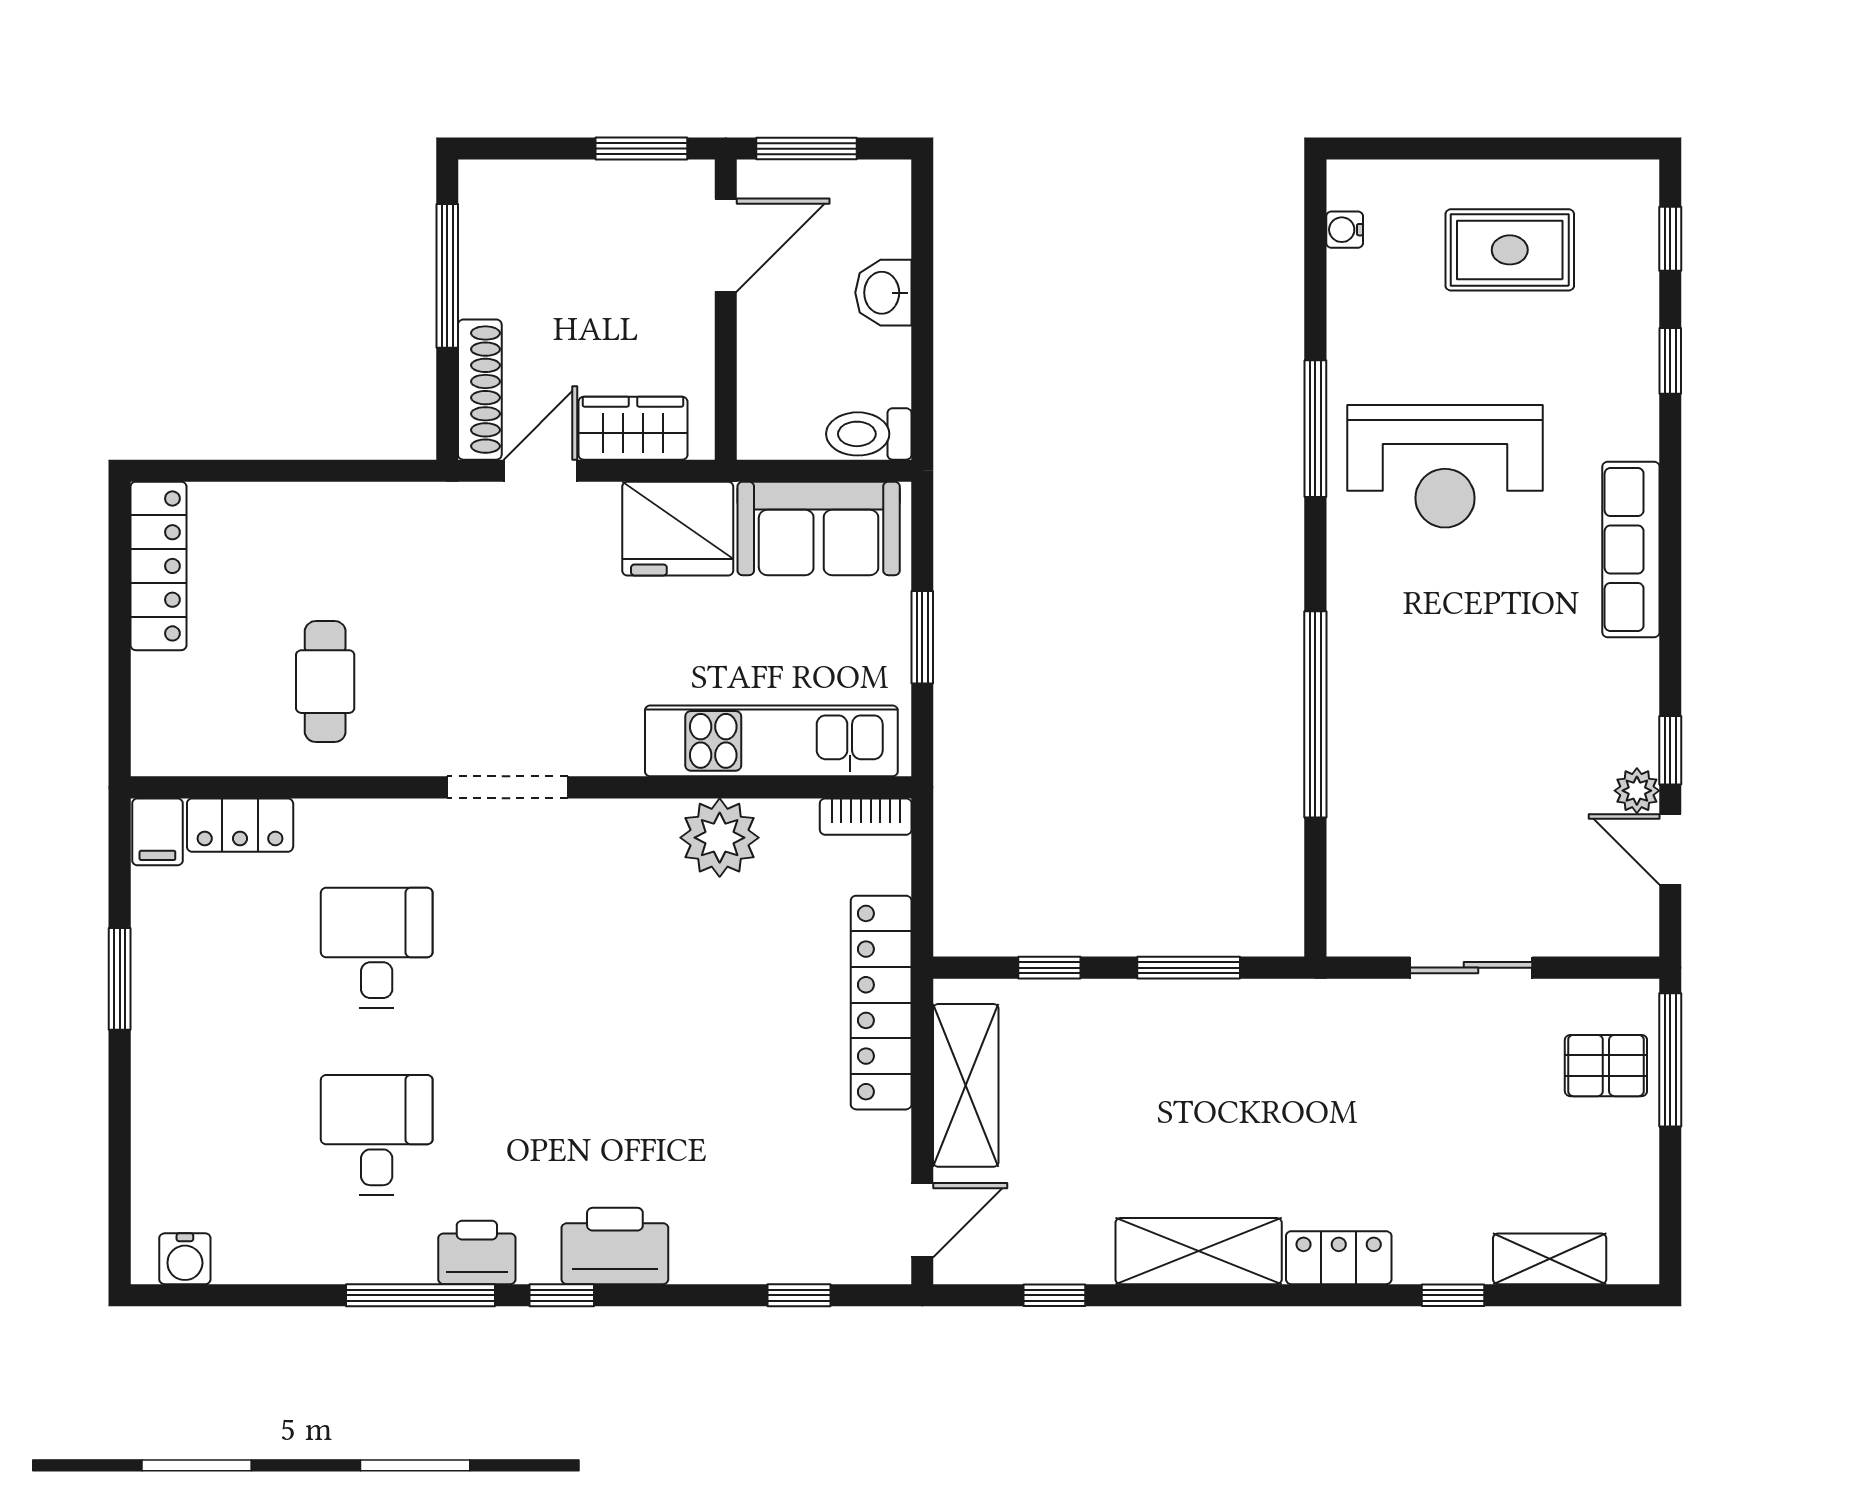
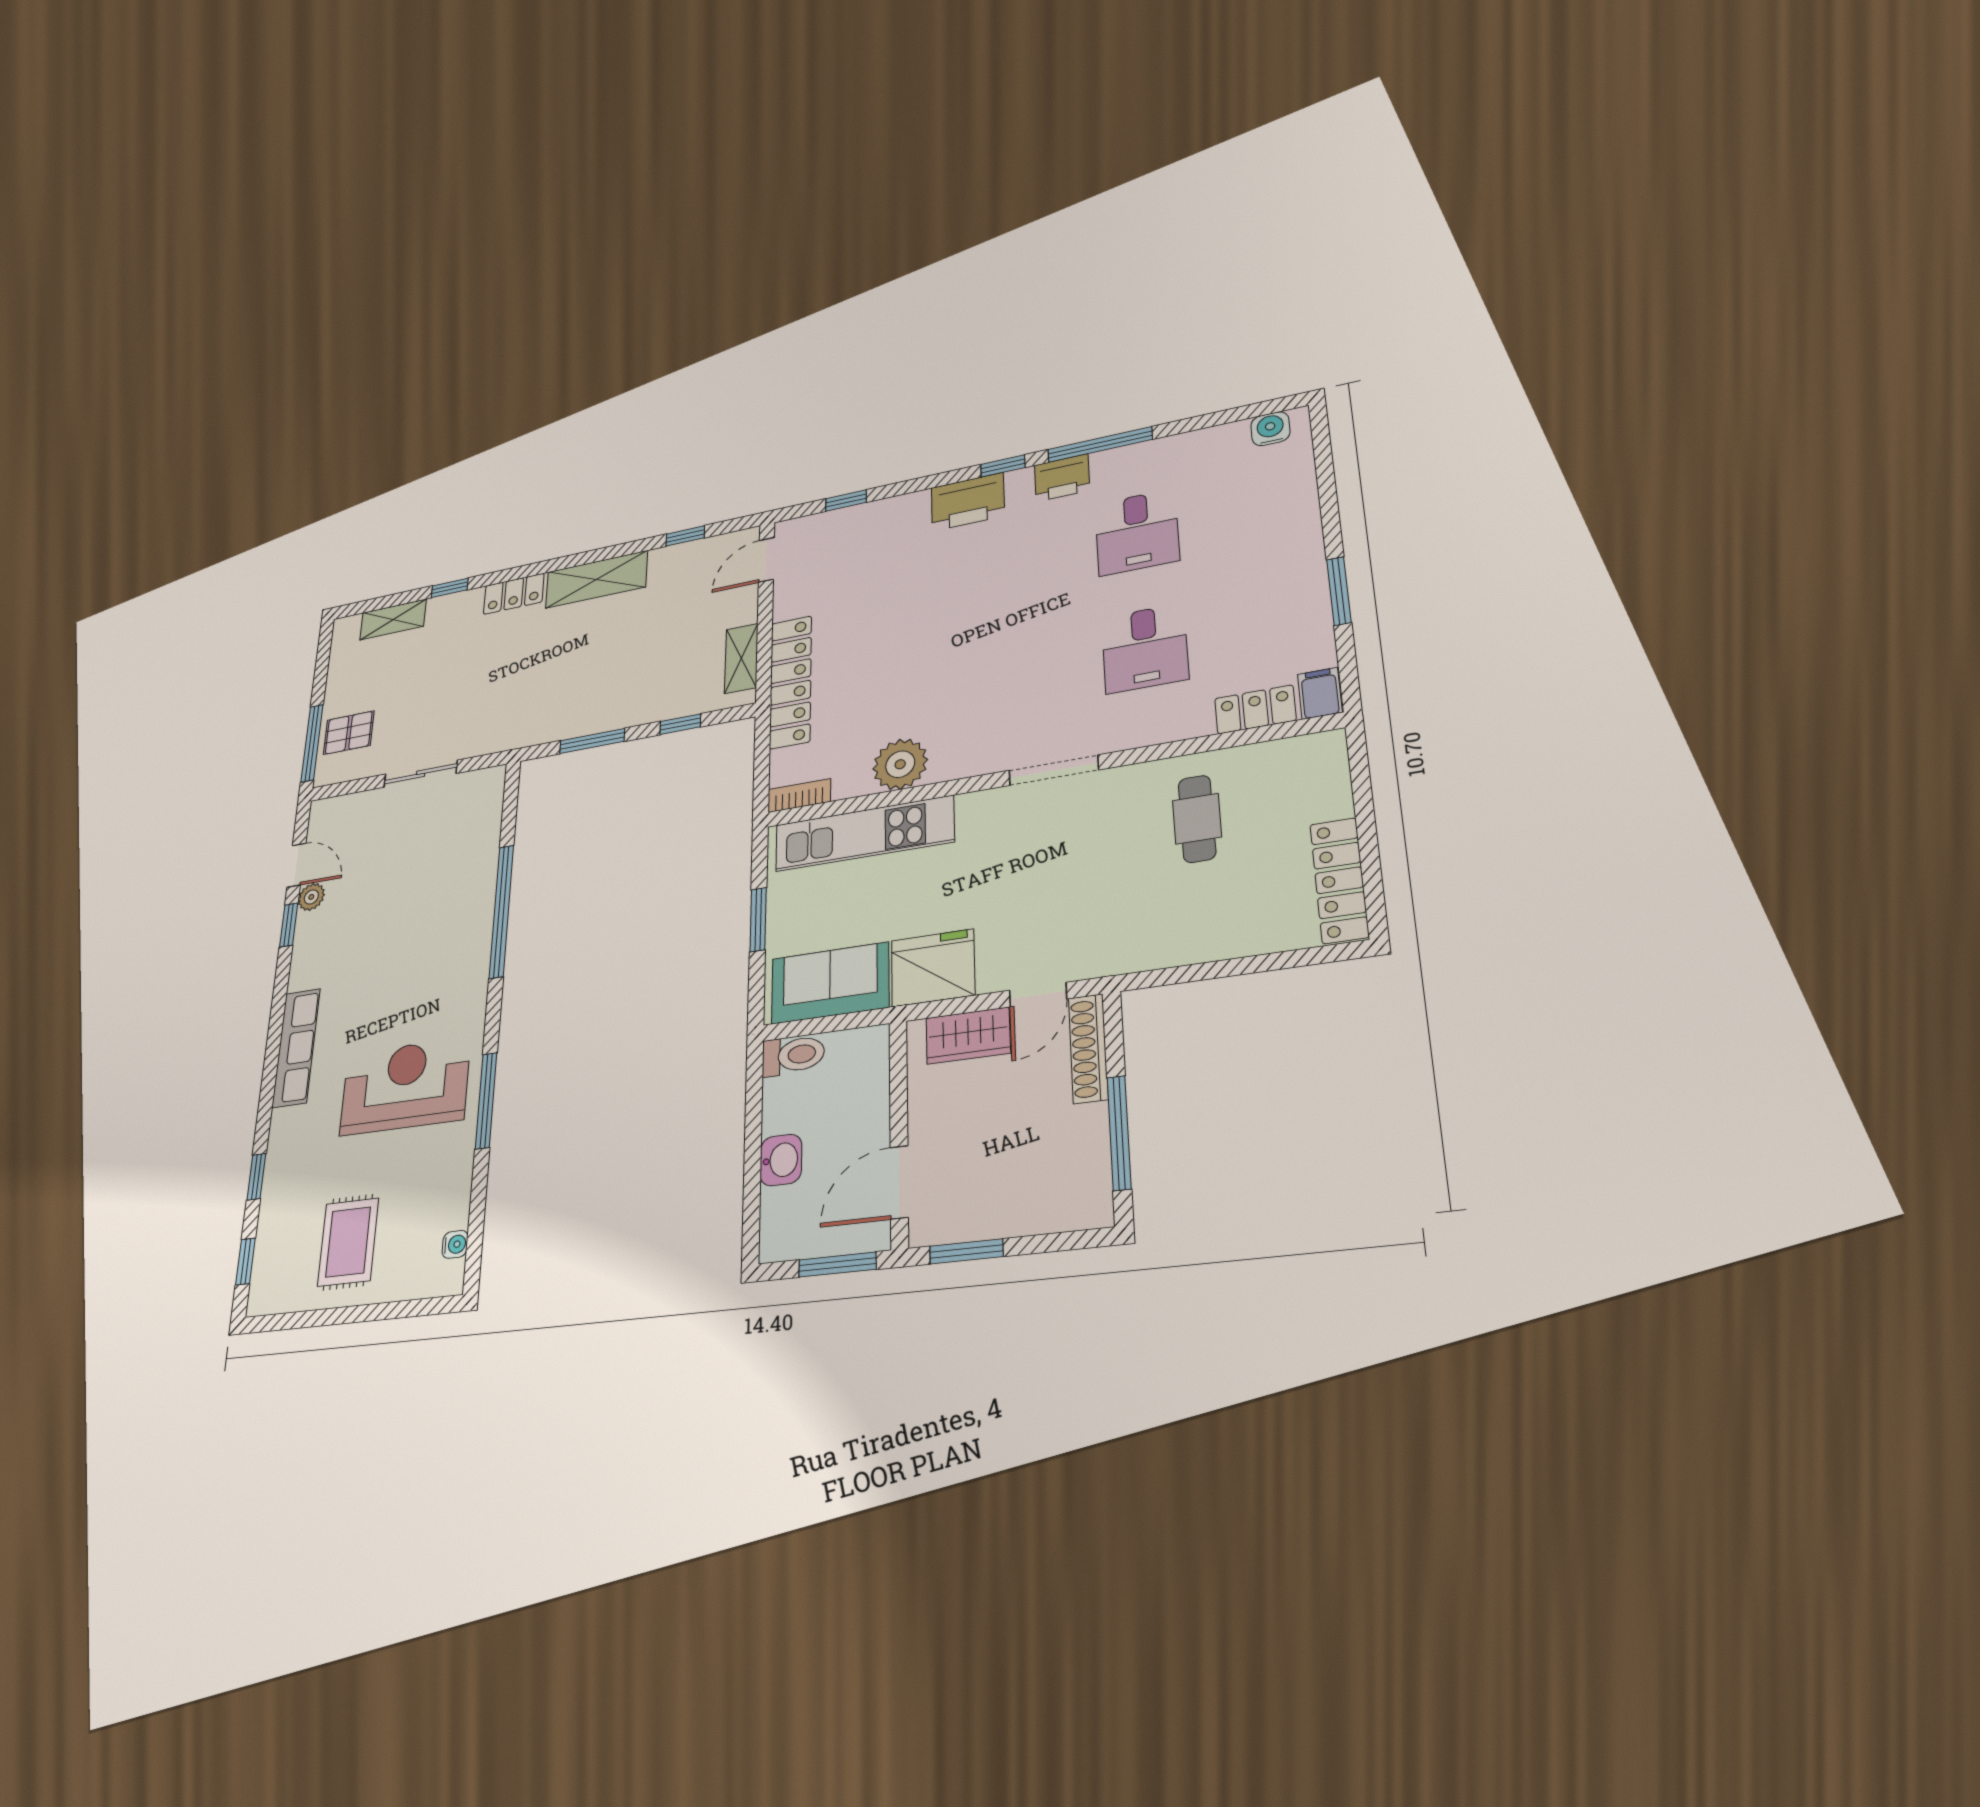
rug: (1510, 250) -> (348, 1242), turned 90
shelving: (966, 1085) -> (741, 658), width x0.67, depth x0.75

